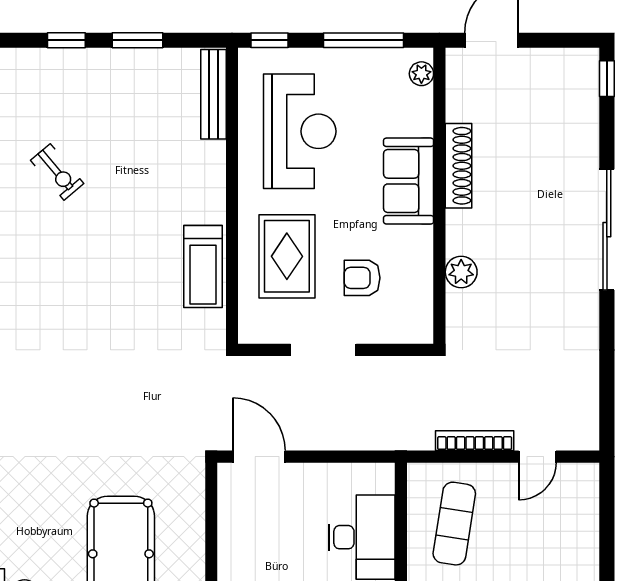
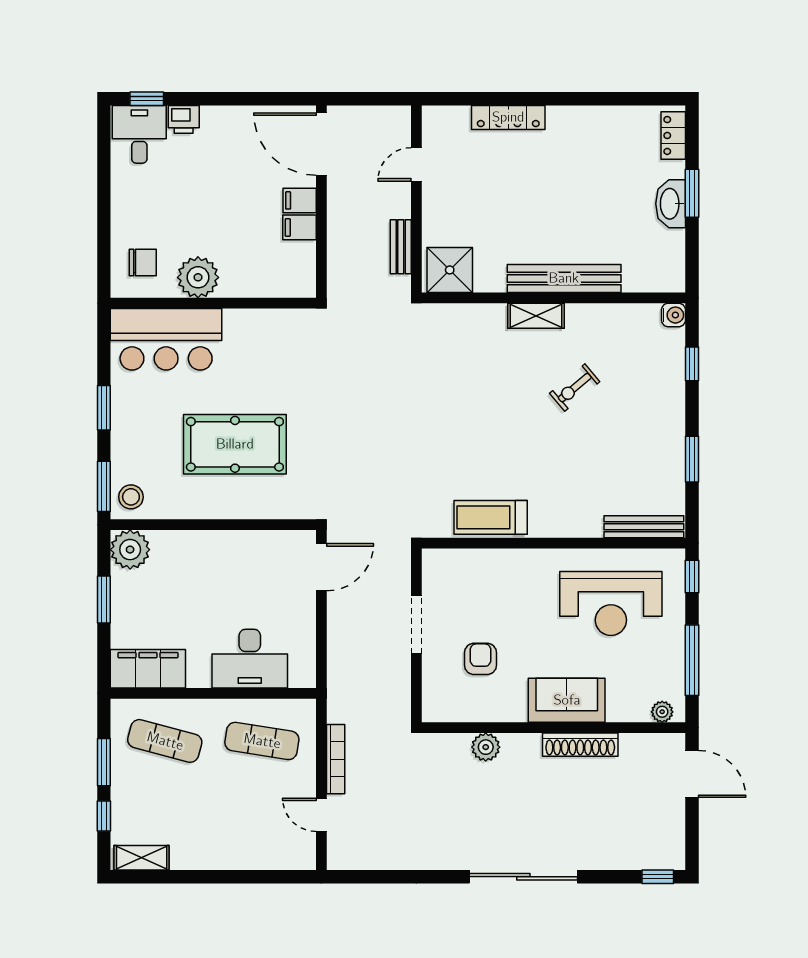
window: (66, 40) -> (692, 364), moved
rug: (287, 256) -> (500, 592), removed

